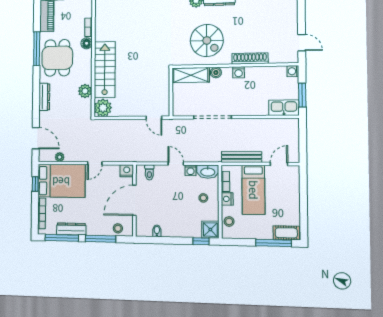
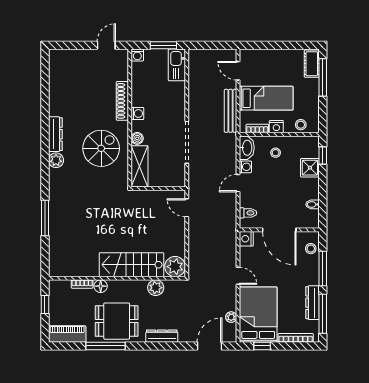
door: (154, 118) -> (187, 208), swing flipped
shower: (210, 230) -> (310, 168), moved

